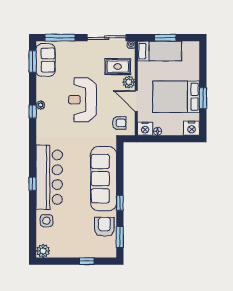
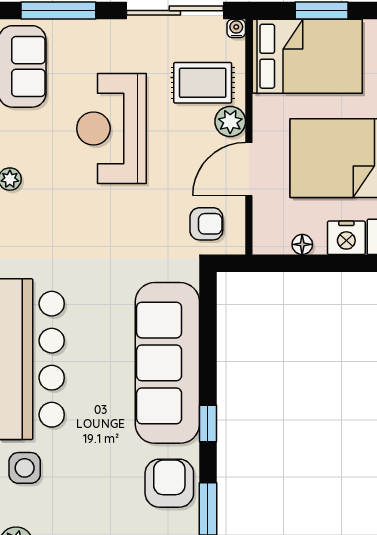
bed: (160, 51) -> (307, 56), width x1.50
reception desk: (82, 100) -> (111, 129), moved
door: (136, 101) -> (249, 169), hinge flipped
nightstand: (145, 129) -> (346, 238), moved

